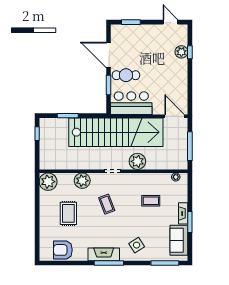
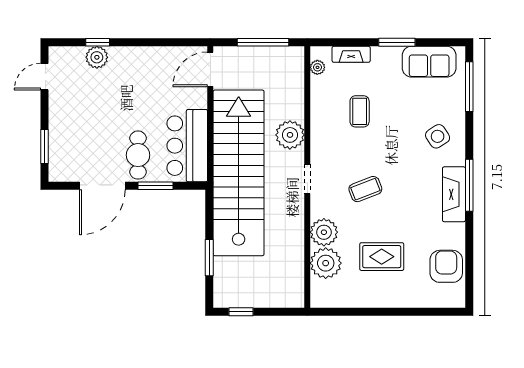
plant: (48, 182) -> (326, 263), moved
fireplace: (183, 213) -> (351, 54), moved
armchair: (63, 250) -> (446, 266), turned 180

